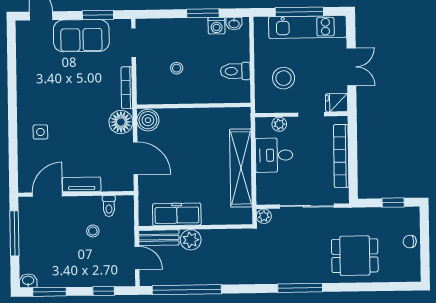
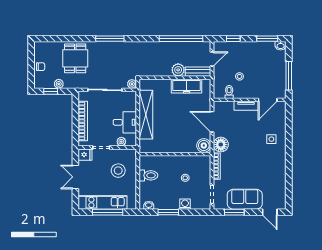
washing machine: (217, 26) -> (185, 204), moved
plant: (380, 215) -> (59, 84), added
dining table: (355, 256) -> (75, 58), turned 90
door: (137, 258) -> (212, 59), swing flipped

